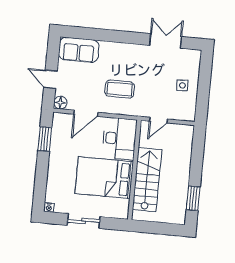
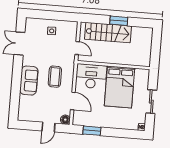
sofa: (79, 50) -> (29, 81), moved
stairs: (147, 180) -> (108, 33), moved, turned 180
window: (193, 198) -> (119, 21), moved

